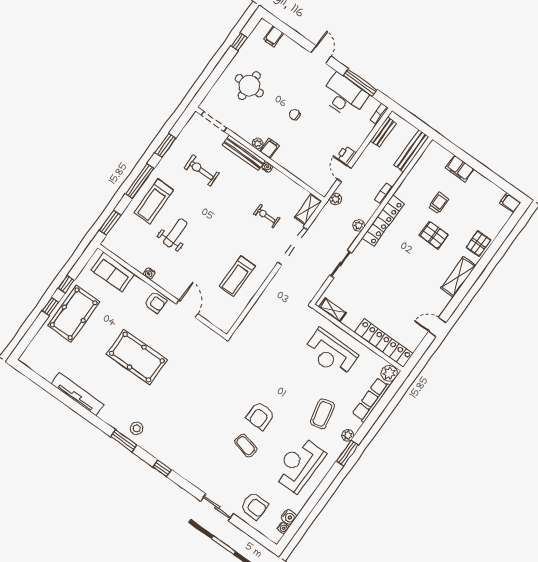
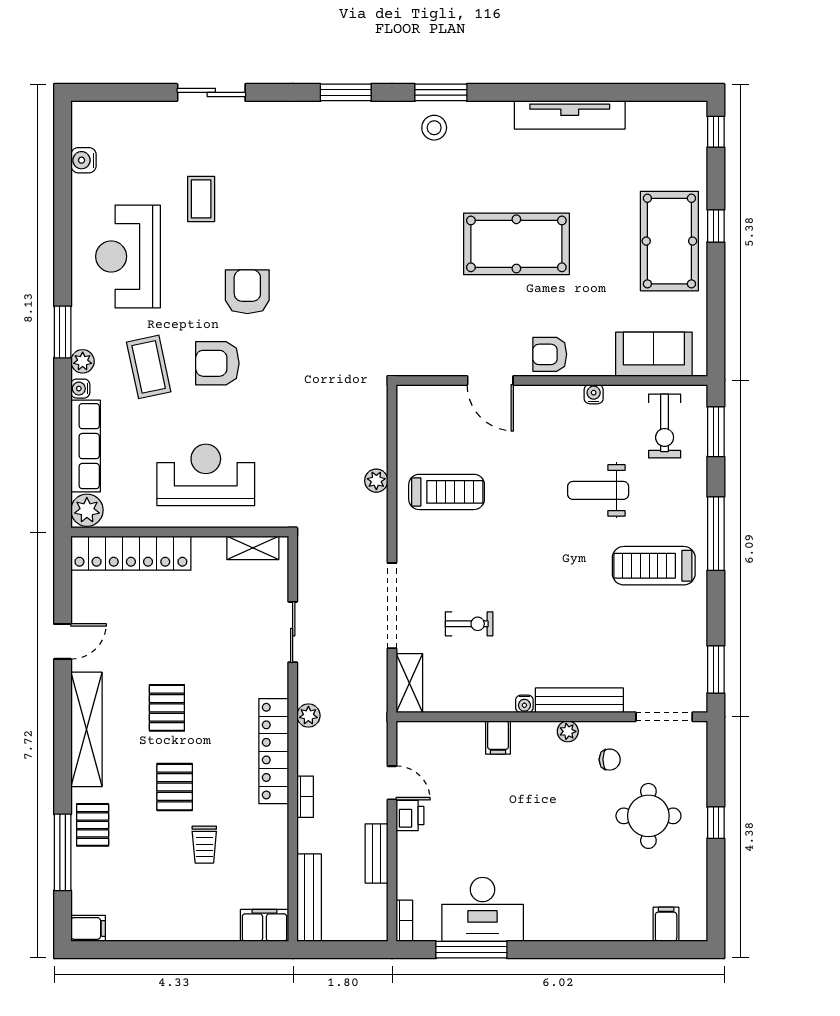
window: (239, 42) -> (716, 823), moved
door: (321, 55) -> (568, 950), removed
chair: (295, 115) -> (610, 760), moved
bench: (383, 132) -> (377, 853), moved
window: (165, 145) -> (716, 669), moved
filing cabinet: (270, 148) -> (498, 737), moved
filing cabinet: (460, 169) -> (264, 925), moved
exercise bike: (201, 171) -> (665, 426), moved, turned 90
plant: (336, 199) -> (376, 481), moved
treadmill: (154, 201) -> (654, 566), moved, turned -90
weight bench: (175, 233) -> (598, 490), turned 90
pallet: (434, 235) -> (175, 787), turned 90
window: (499, 241) -> (63, 852), added
pallet: (414, 270) -> (167, 708), added
treadmill: (237, 276) -> (447, 492), turned 90
shelving: (458, 277) -> (86, 729), width x1.47
window: (66, 284) -> (716, 132), moved
coffee table: (246, 446) -> (201, 199), moved, turned 76
reception desk: (299, 465) -> (128, 256), turned 180
window: (162, 468) -> (346, 92), width x1.50
armchair: (254, 506) -> (217, 363), moved
water cooler: (283, 528) -> (80, 389), moved

